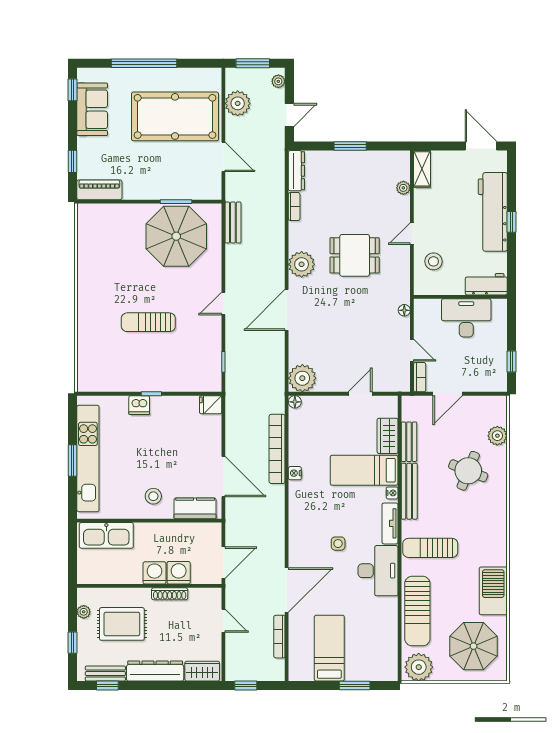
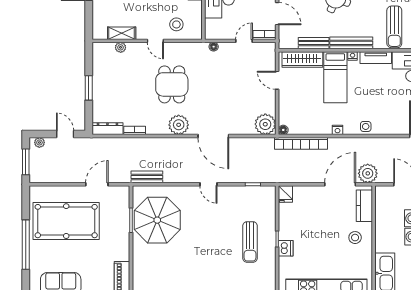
plant: (238, 103) -> (368, 173), moved
pool table: (175, 116) -> (66, 221), turned 90
shelving: (422, 169) -> (122, 33), moved
sun lounger: (148, 322) -> (250, 242), moved
wardrobe: (387, 436) -> (302, 59), width x1.50
bookcase: (277, 449) -> (301, 143), moved
side table: (338, 544) -> (366, 126), moved

